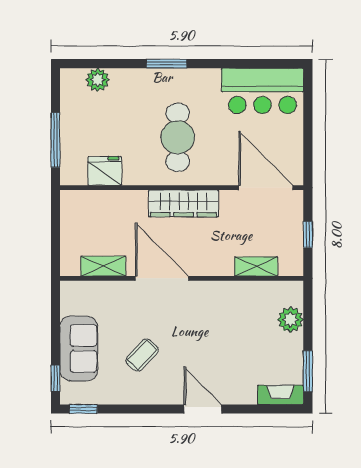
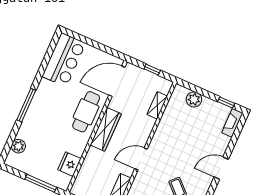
window: (166, 64) -> (26, 105), width x1.44
cafe table: (178, 137) -> (86, 112), moved, turned 90
door: (162, 278) -> (141, 159), width x0.73
window: (308, 371) -> (226, 102), width x0.67

